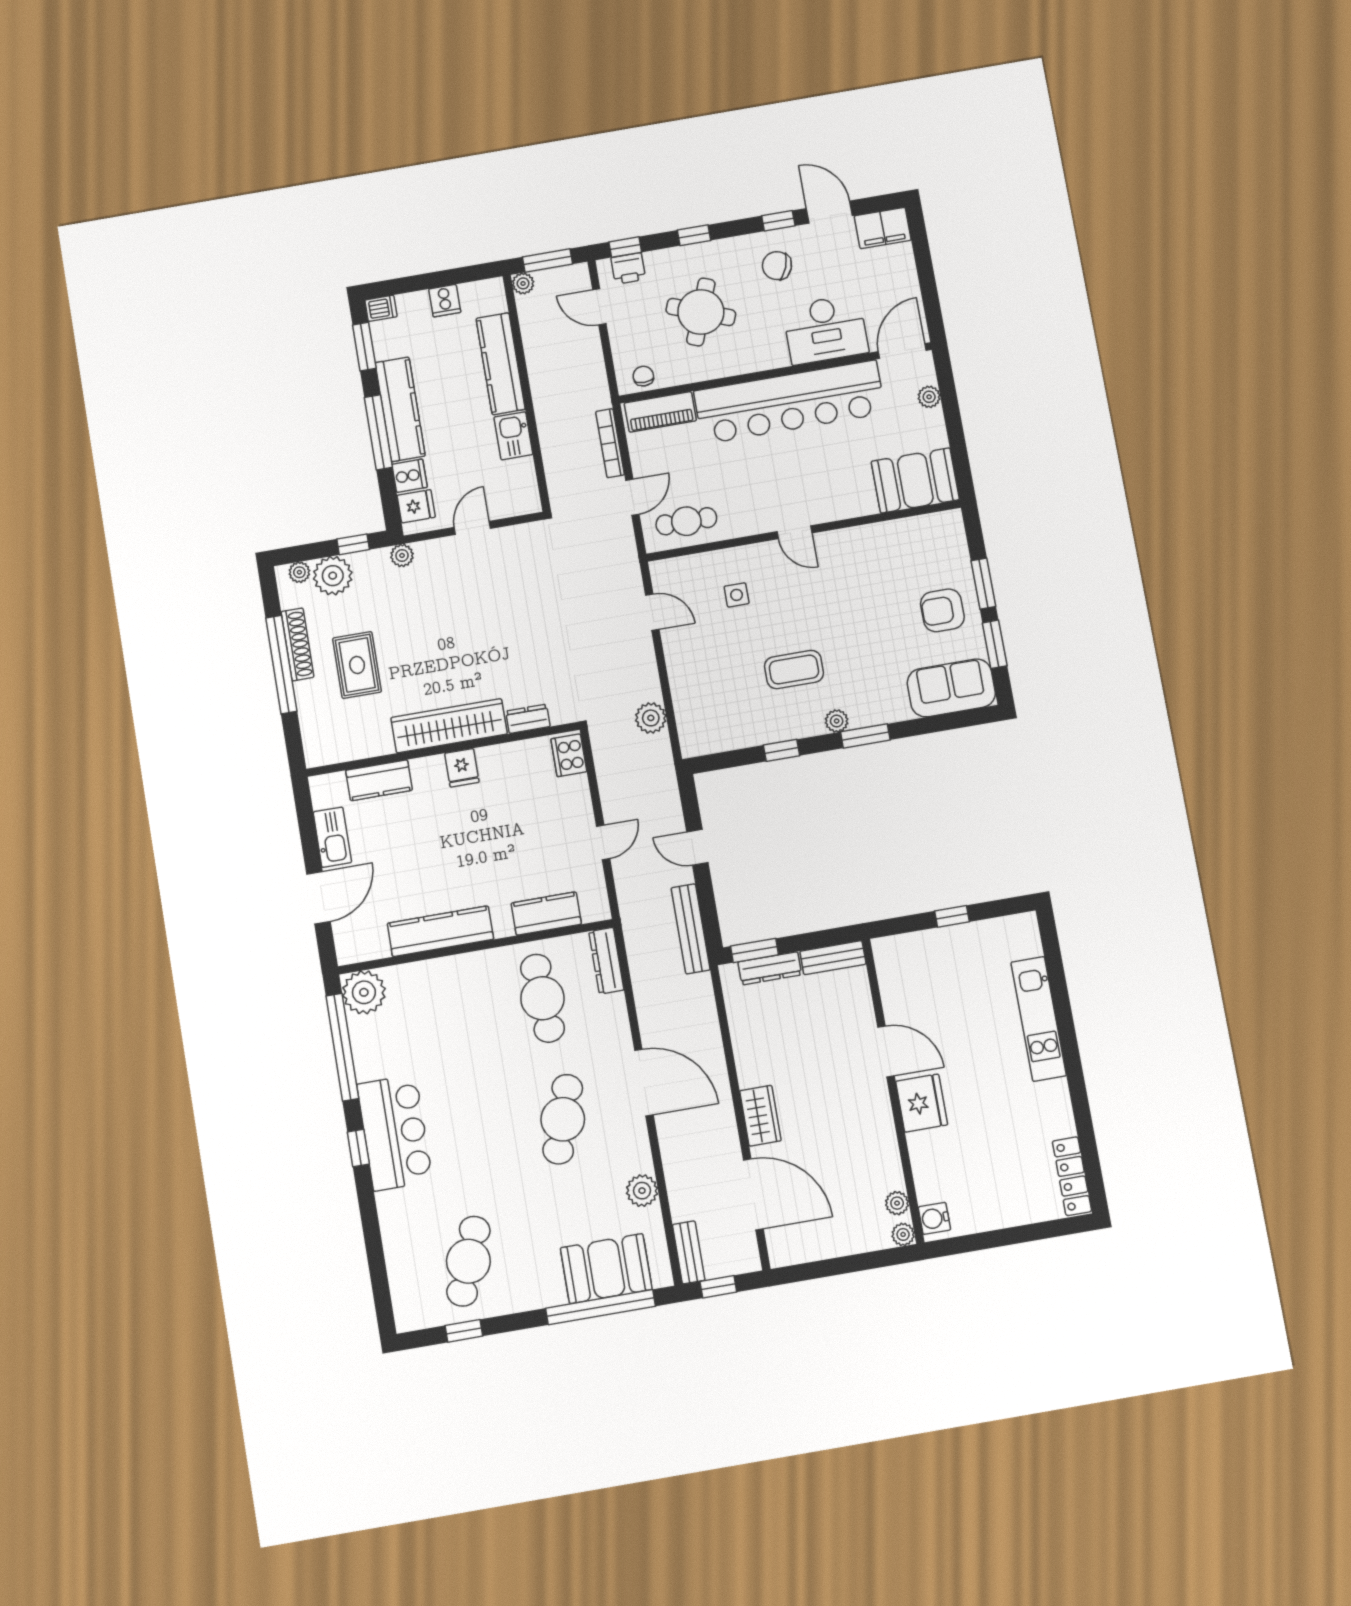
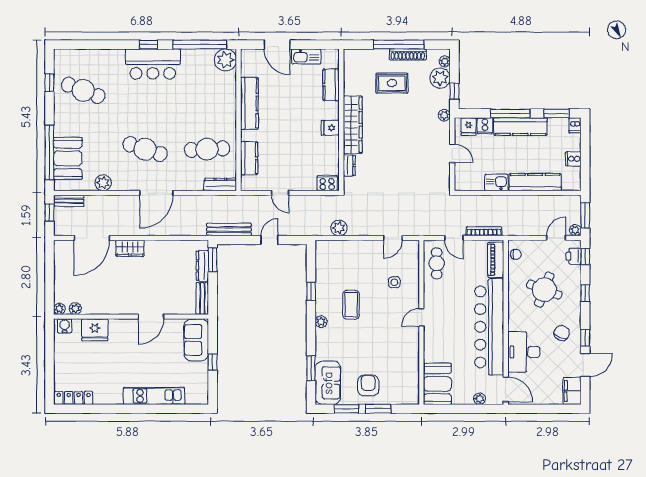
plant: (523, 283) -> (575, 230), moved
window: (865, 736) -> (311, 368), moved
sofa: (915, 956) -> (196, 340), added
fridge: (922, 1103) -> (95, 330), moved

